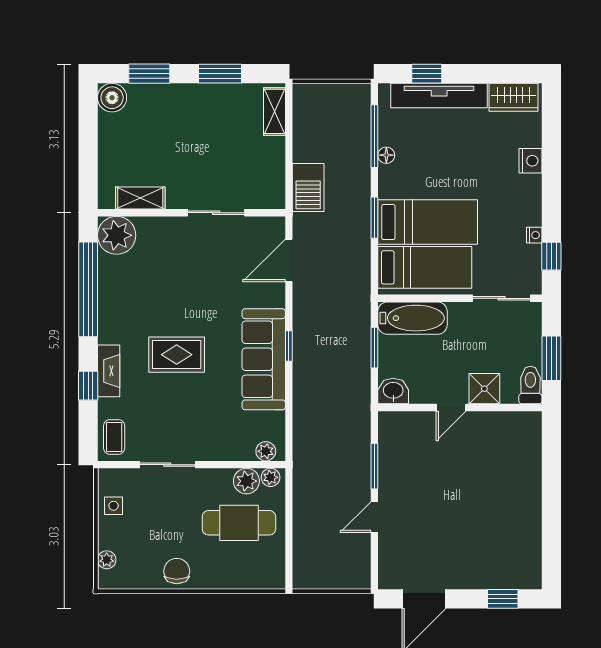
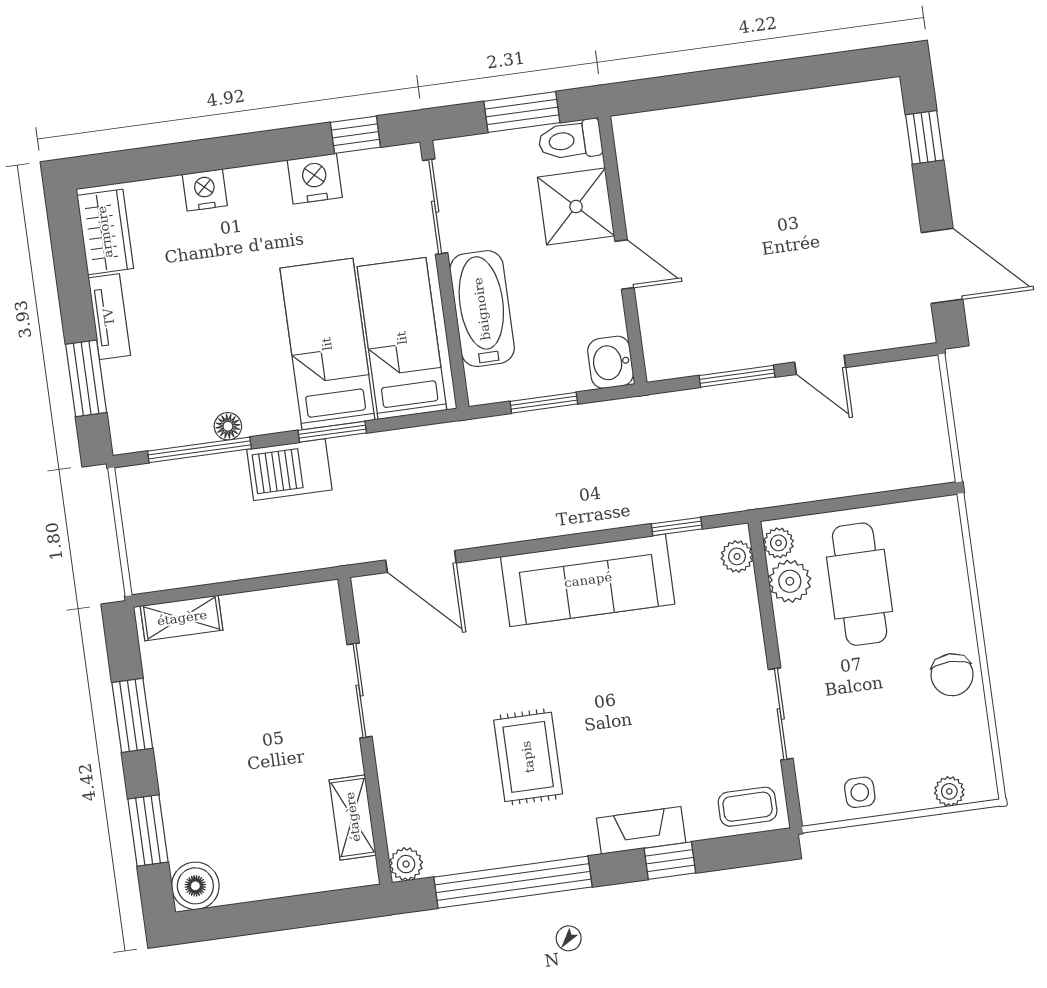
window: (427, 74) -> (86, 378), width x1.50
tv unit: (439, 96) -> (109, 317), width x0.52, depth x0.78
barbecue: (308, 188) -> (289, 470), moved, turned 180
plant: (117, 235) -> (406, 864), width x0.53, depth x0.53
nightstand: (534, 235) -> (315, 179), width x1.89, depth x1.79
bathtub: (412, 318) -> (482, 309), moved
window: (289, 346) -> (677, 526), moved
rug: (177, 355) -> (528, 757), moved
shower: (484, 389) -> (576, 207), width x1.36, depth x1.36
chair: (177, 571) -> (952, 675), turned -90

